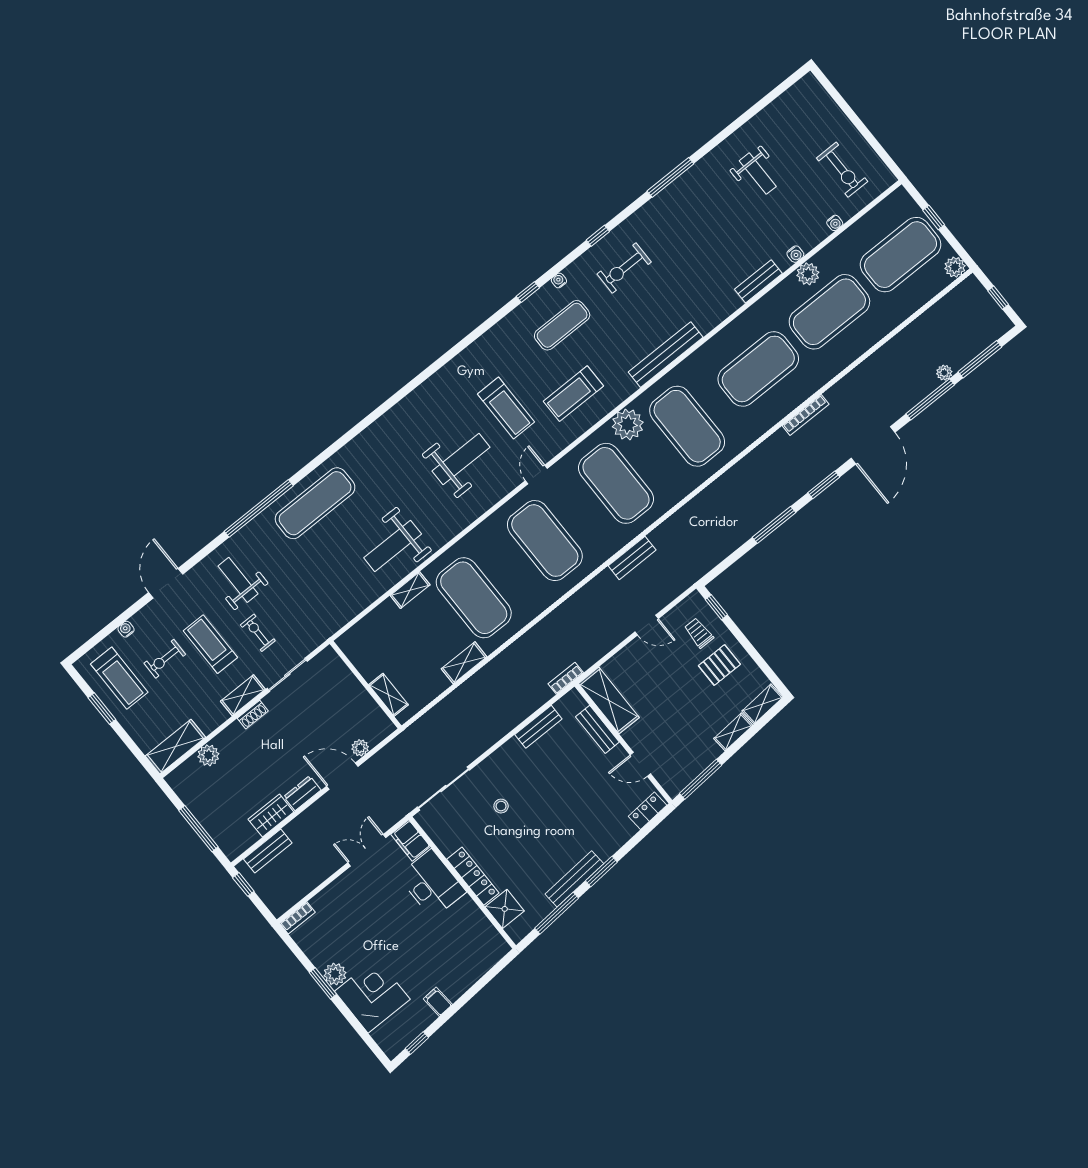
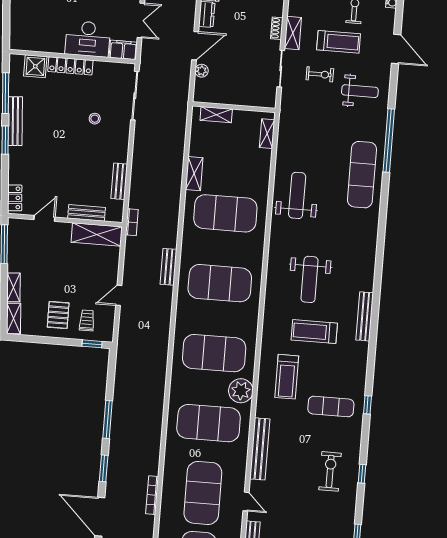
water cooler: (559, 281) -> (358, 428), removed
exercise mat: (562, 325) -> (331, 407), turned 90
bench: (447, 374) -> (365, 316), added
treadmill: (573, 394) -> (287, 377), turned 180
door: (536, 475) -> (246, 502), moved
bench: (632, 558) -> (168, 267), moved
shelving: (410, 590) -> (267, 134), moved
trolley: (699, 633) -> (87, 320), turned -90

